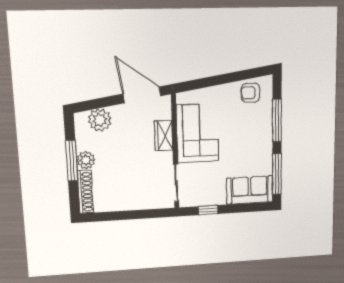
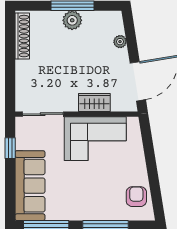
plant: (100, 120) -> (120, 42), width x0.53, depth x0.53
sofa: (250, 190) -> (30, 186), width x1.36
shoe rack: (85, 192) -> (22, 36), moved, turned -90

